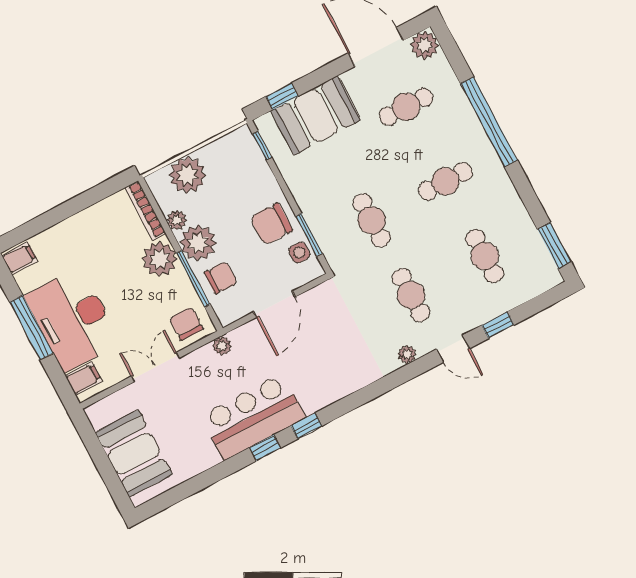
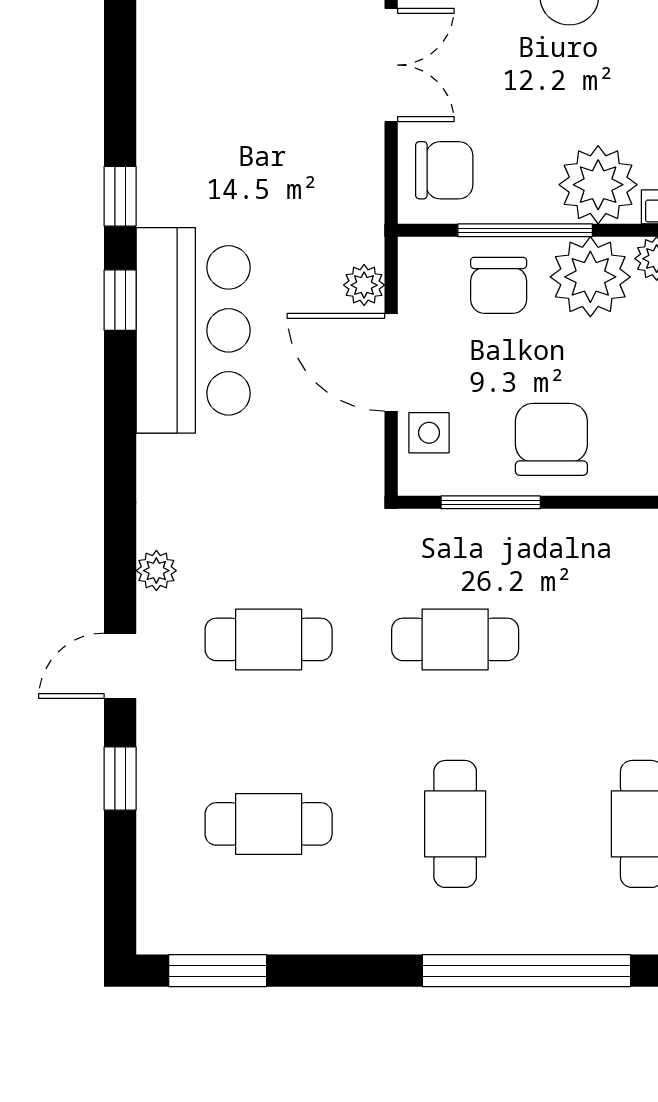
side table: (299, 253) -> (429, 433), moved
plant: (222, 346) -> (364, 285), moved
bar counter: (253, 417) -> (193, 330), moved

